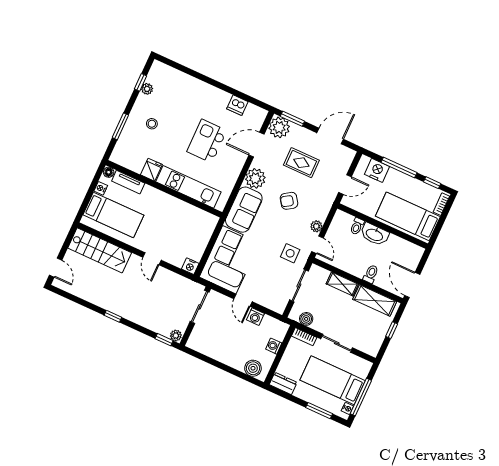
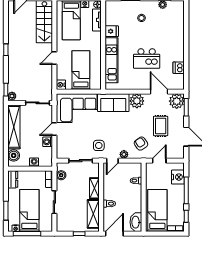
kitchen island: (207, 141) -> (147, 59), turned 180
door: (345, 185) -> (159, 161), swing flipped
armchair: (289, 201) -> (141, 144), moved
bed: (183, 232) -> (81, 70), added
washbasin: (375, 234) -> (136, 222), moved
shelving: (216, 351) -> (14, 127), added

